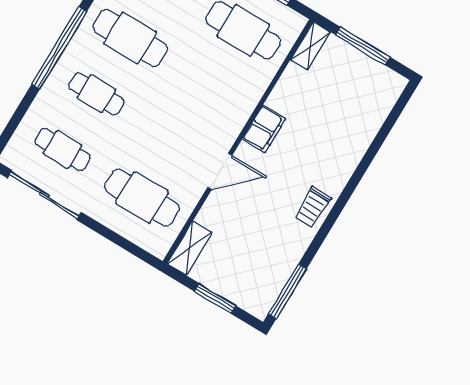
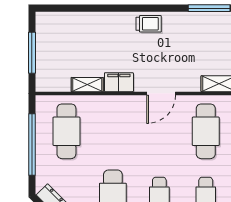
shelving: (310, 46) -> (87, 85), moved
door: (220, 171) -> (161, 93), swing flipped

